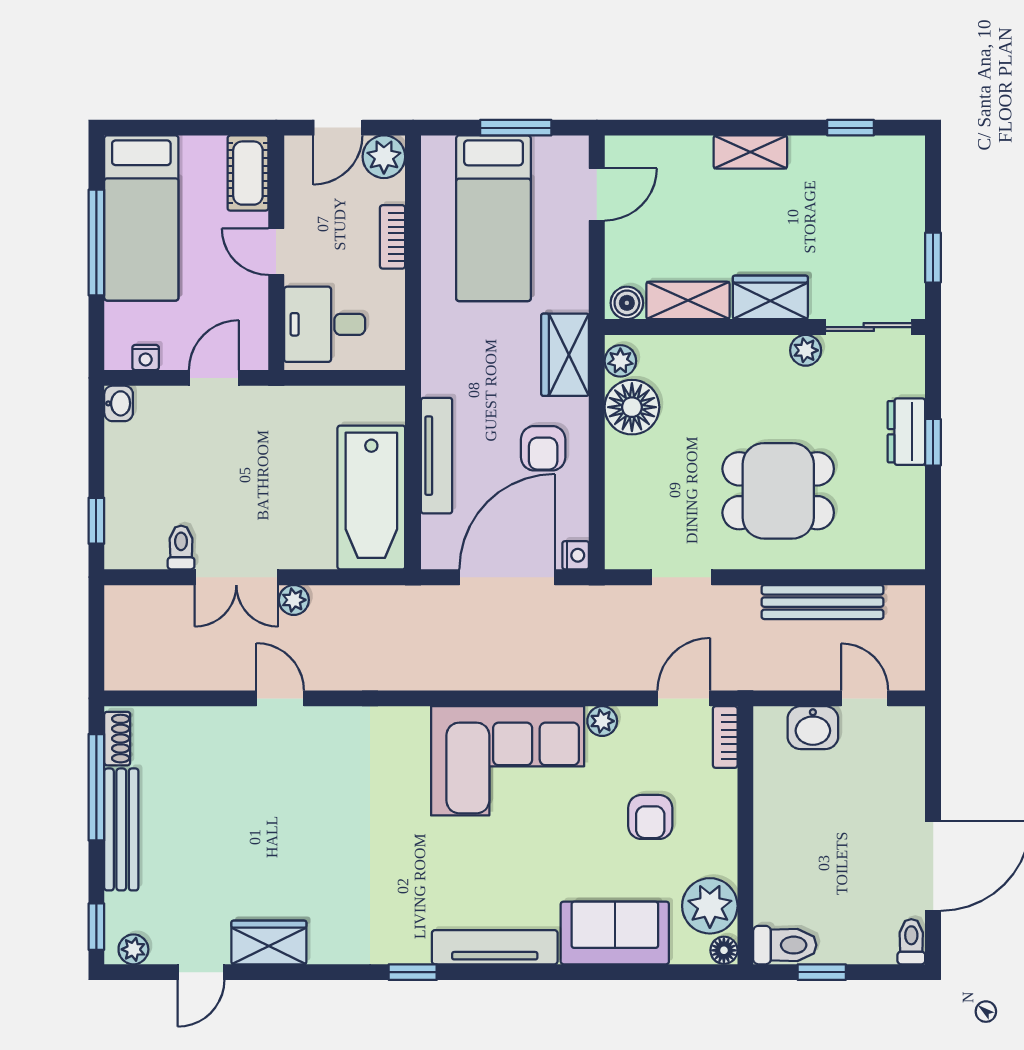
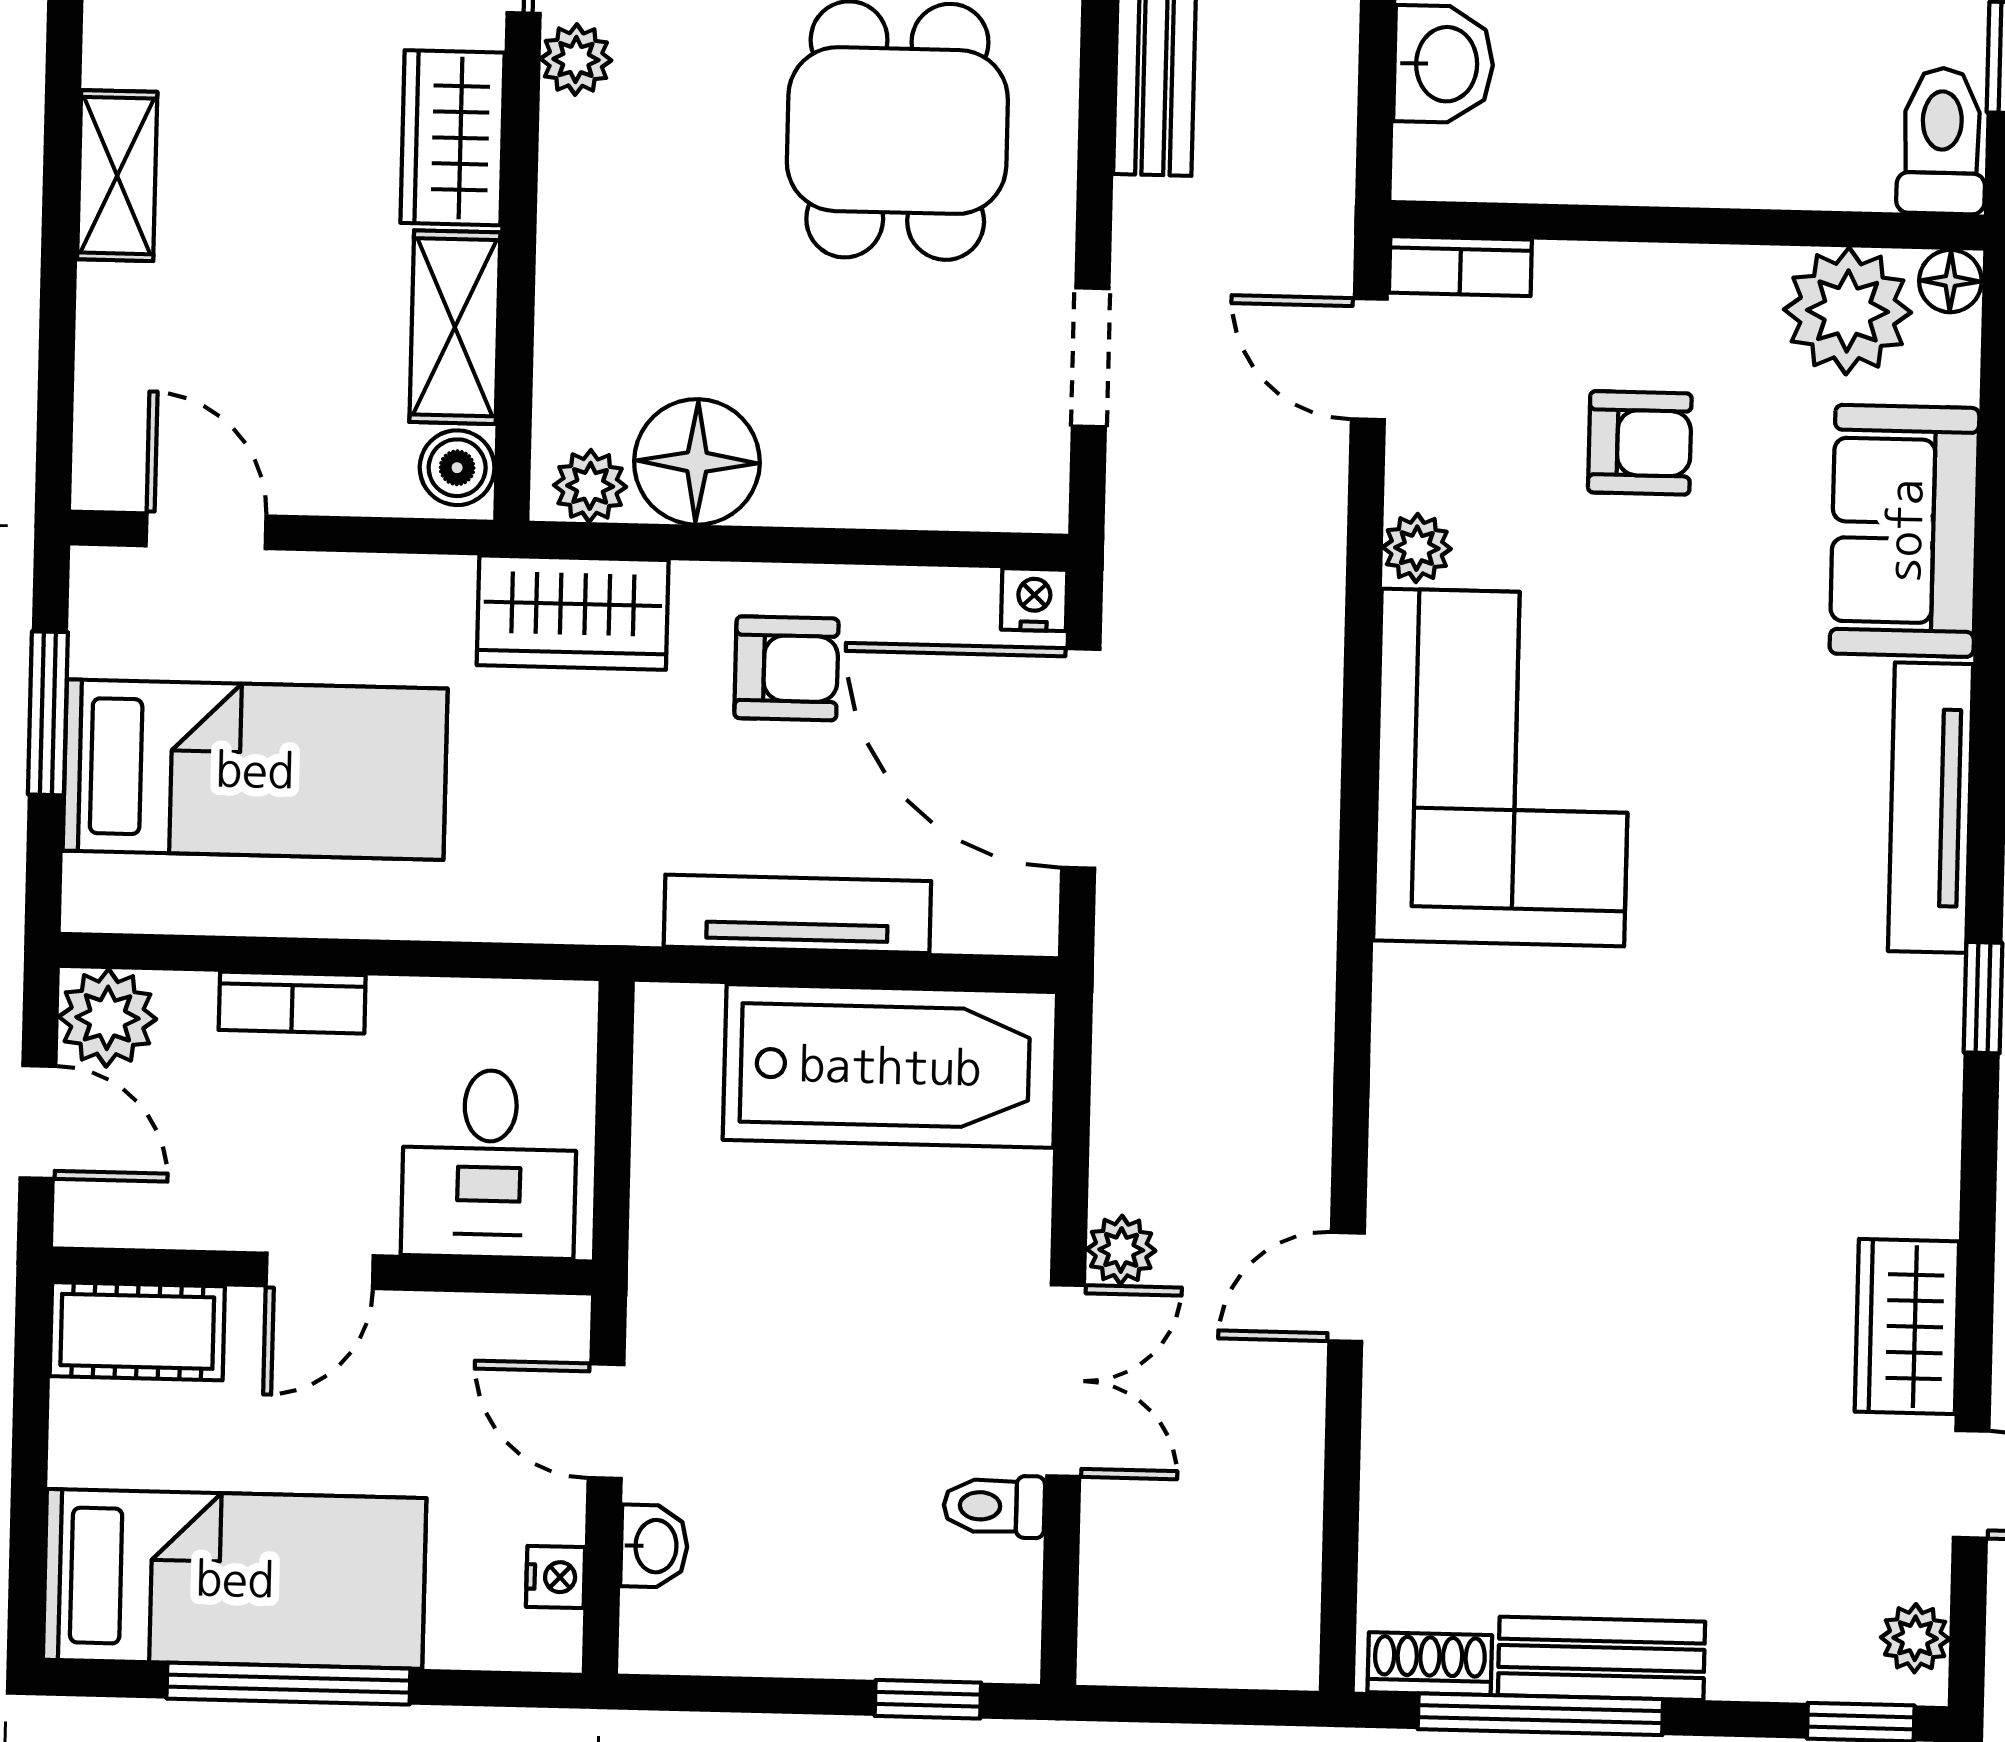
washbasin: (119, 403) -> (654, 1546), moved, turned 90
bench: (121, 829) -> (1601, 1658), width x0.73

